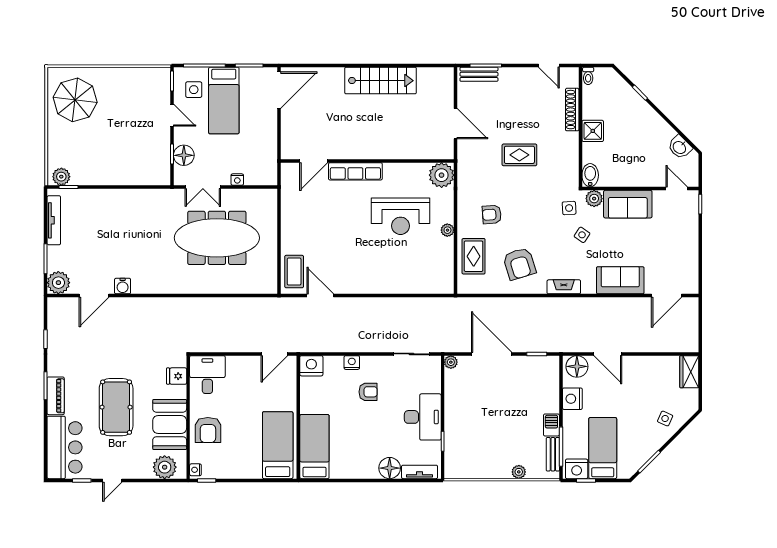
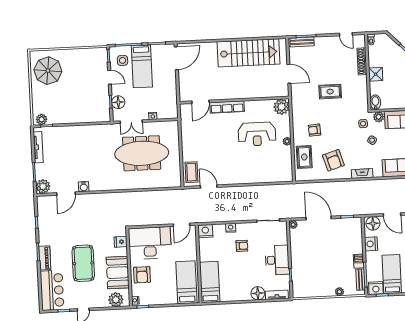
stairs: (381, 81) -> (249, 53), width x1.36, depth x1.51
desk: (207, 375) -> (150, 243), width x1.87, depth x1.30

